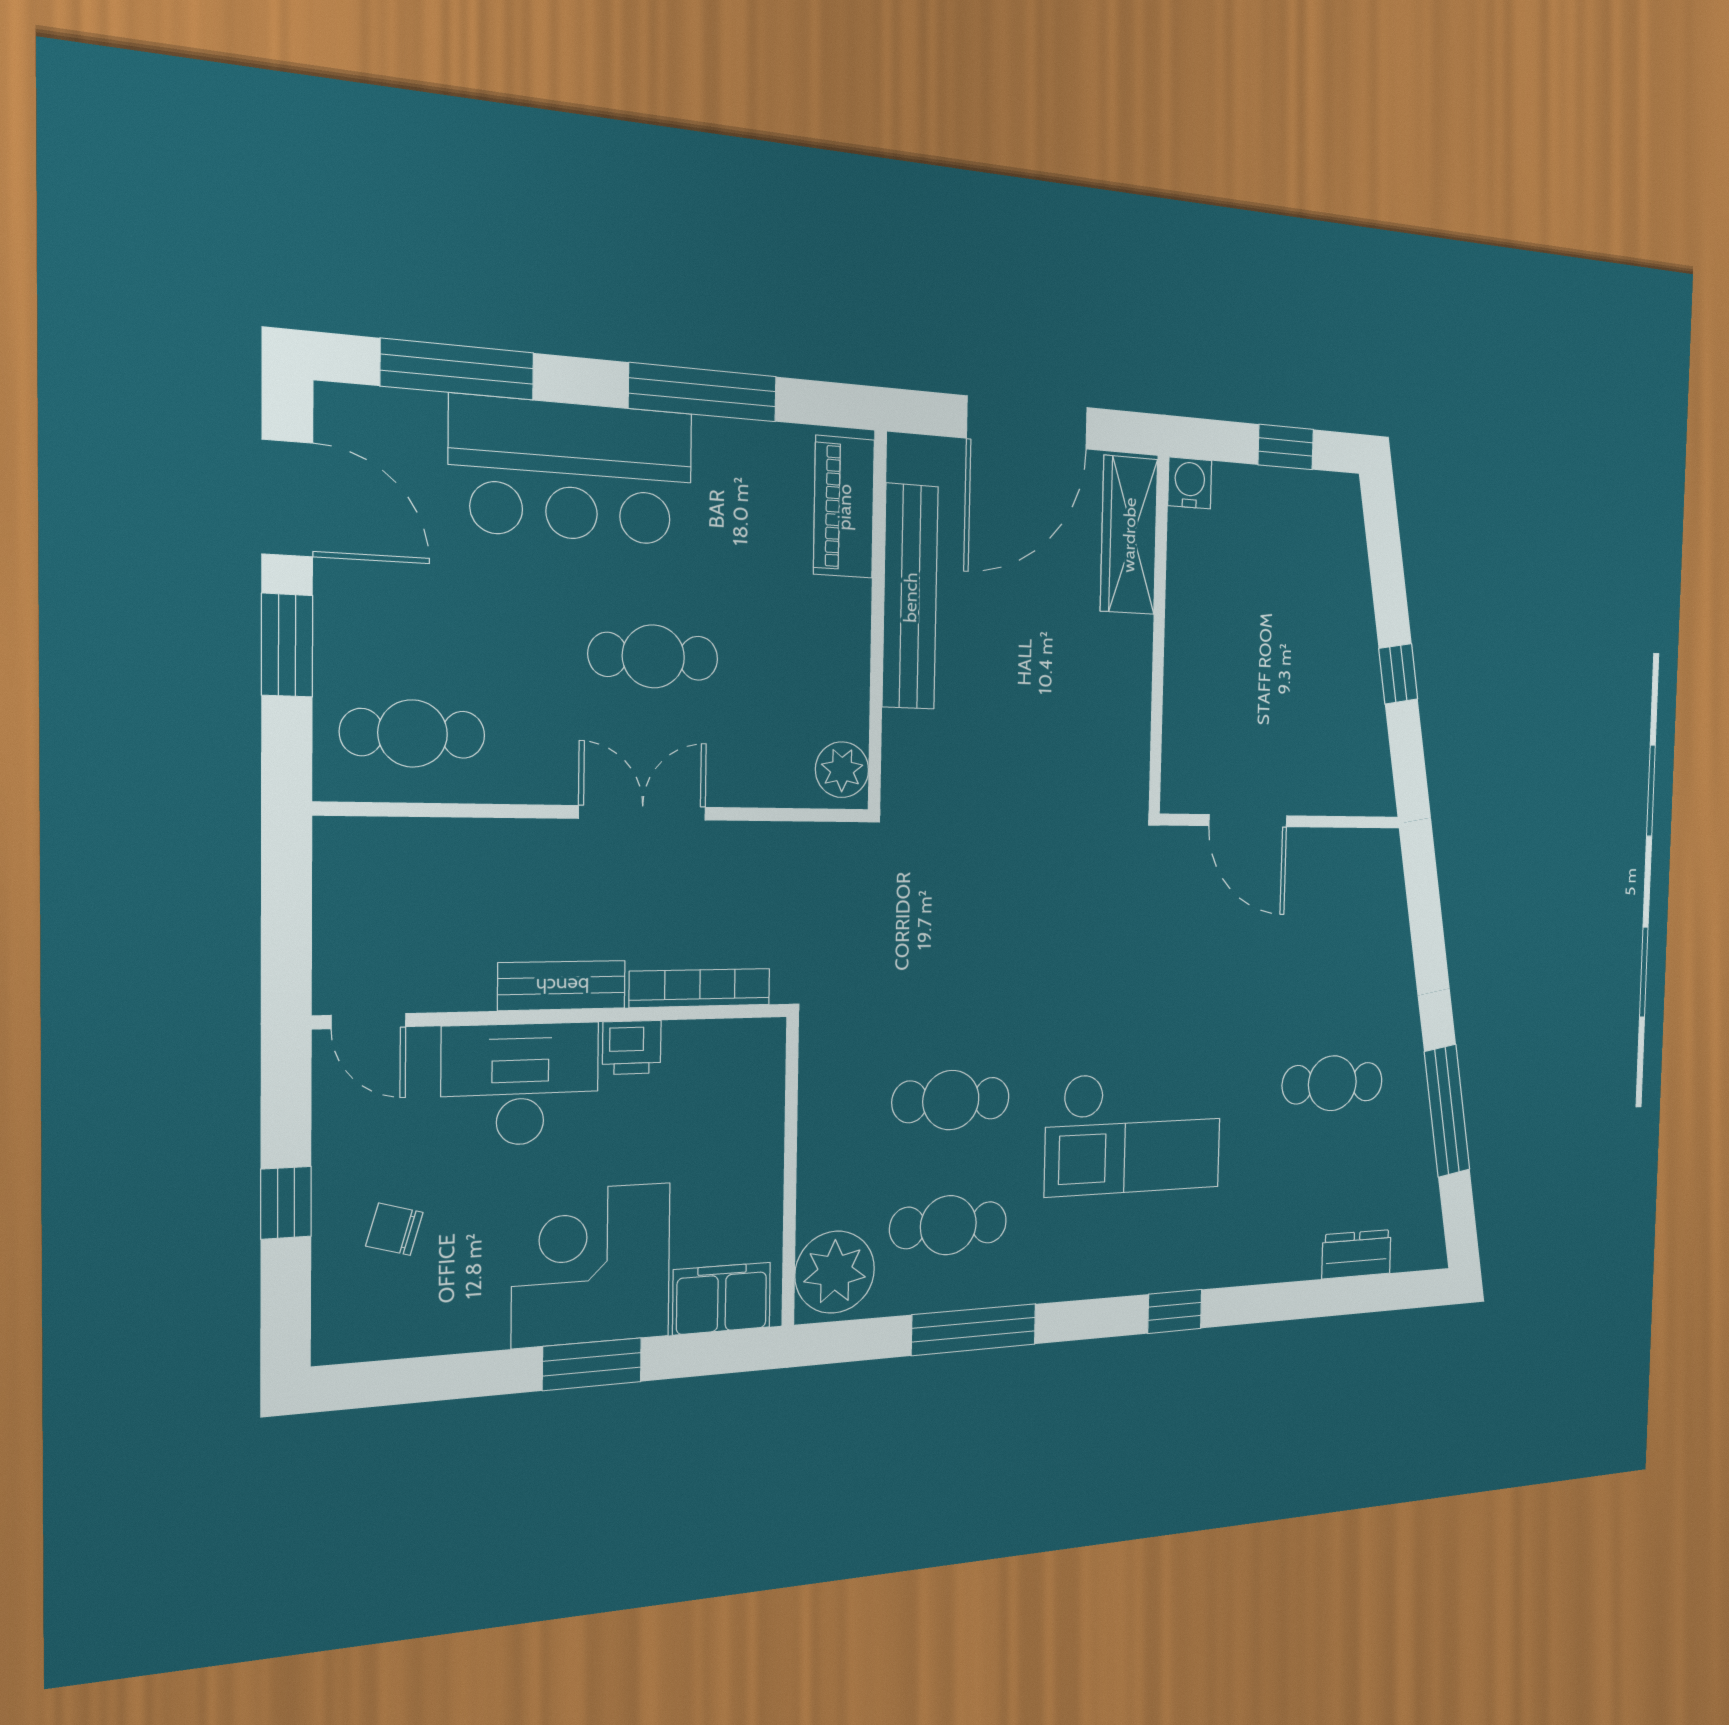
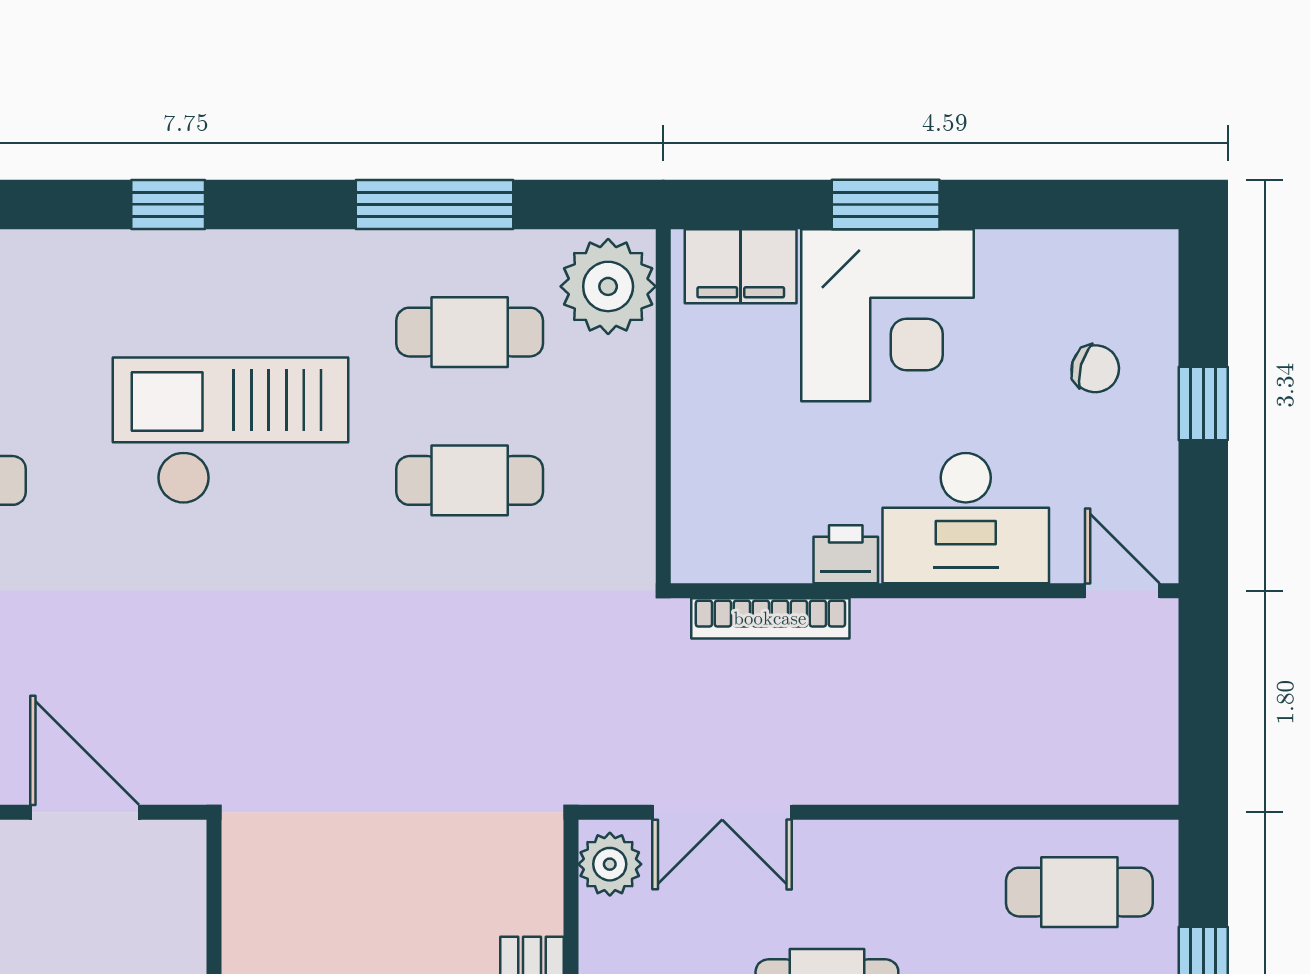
double door: (643, 813) -> (722, 812), moved
bench: (562, 986) -> (922, 624), removed

